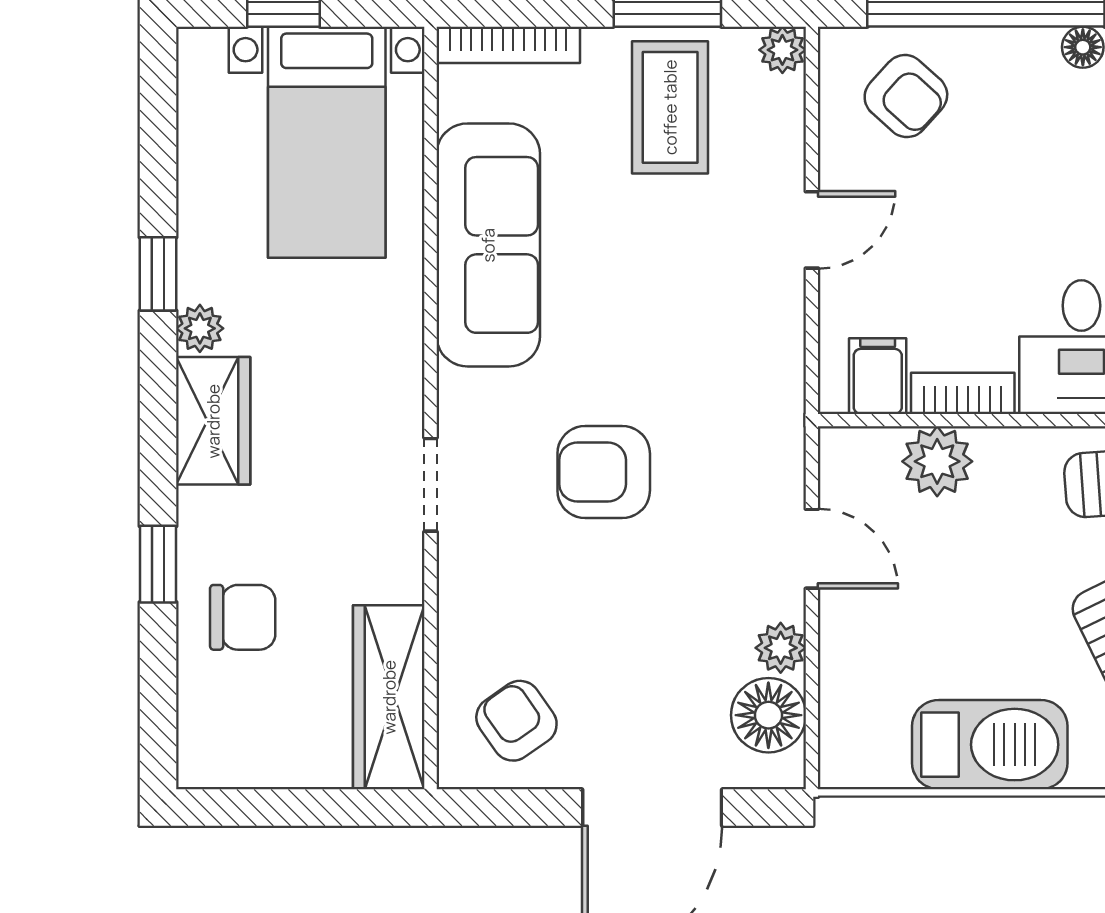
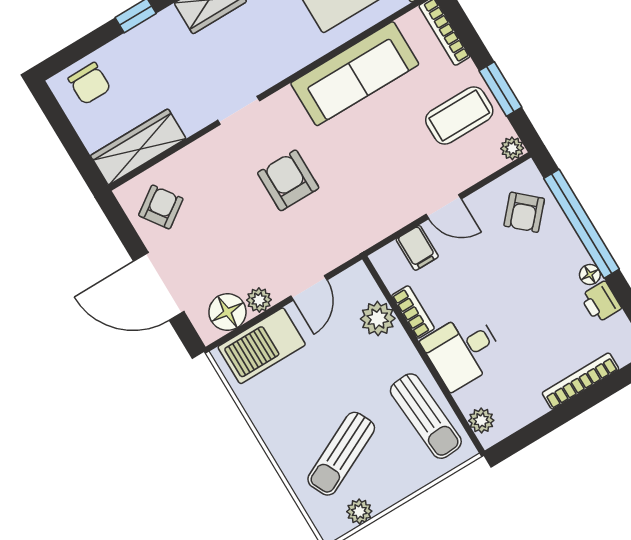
filing cabinet: (878, 376) -> (417, 248), moved, turned 90
chair: (243, 617) -> (89, 83), moved
barbecue: (990, 745) -> (262, 346), moved, turned 90

